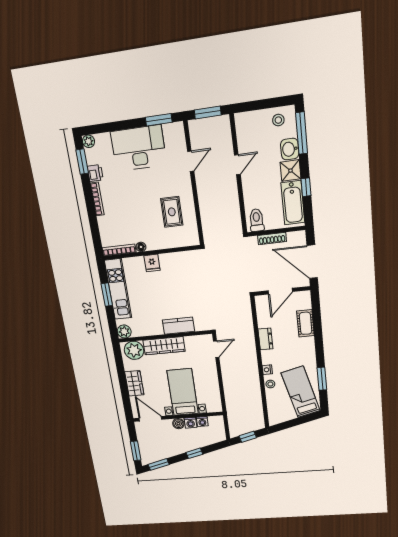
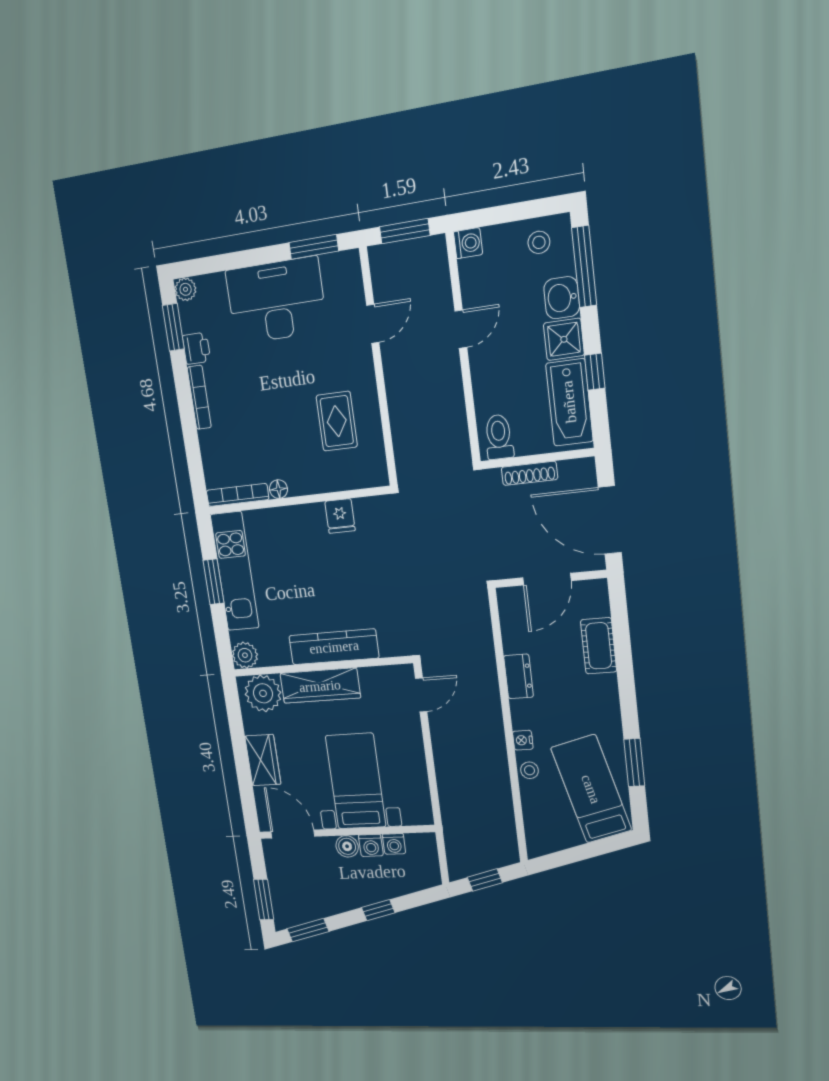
washing machine: (241, 120) -> (468, 243), added
fridge: (152, 263) -> (340, 516), moved
kitchen counter: (178, 326) -> (334, 647), width x1.50

